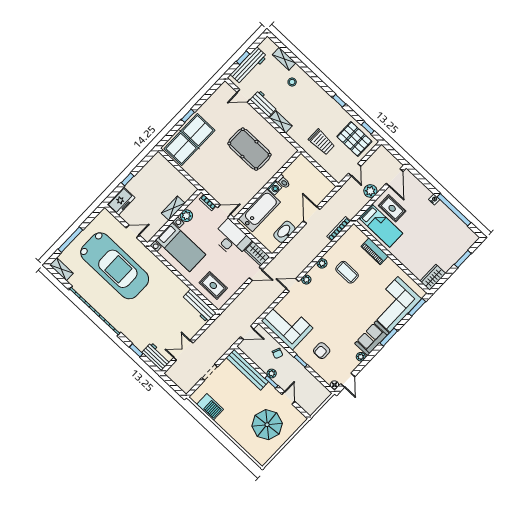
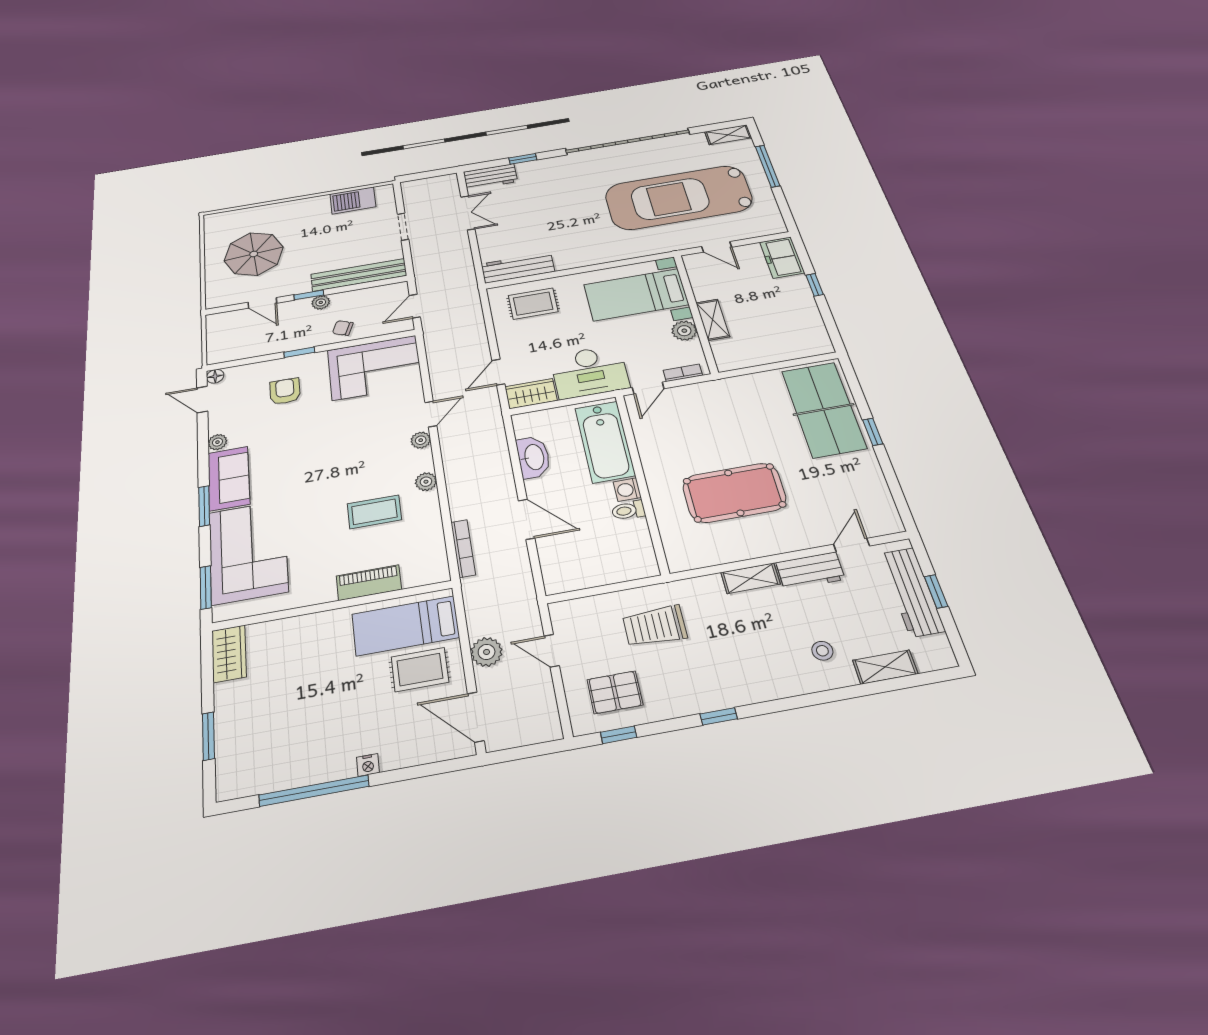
pallet: (354, 139) -> (615, 692), width x0.67, depth x0.71
door: (133, 231) -> (717, 247), hinge flipped

